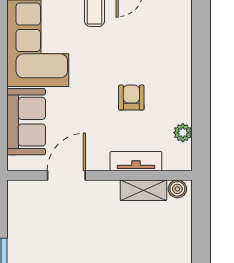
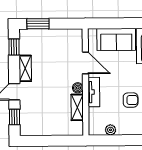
tv unit: (136, 161) -> (94, 92), moved
boiler: (177, 189) -> (78, 88), moved

